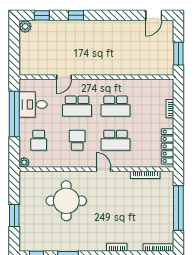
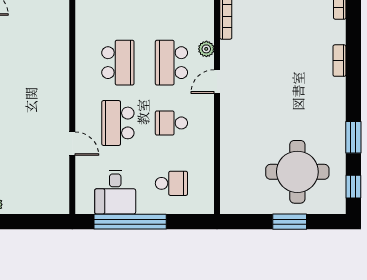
school desk: (77, 106) -> (118, 123), turned 180
school desk: (116, 140) -> (171, 63), turned 180
plant: (24, 162) -> (206, 49), moved
round table: (66, 201) -> (297, 172), moved

